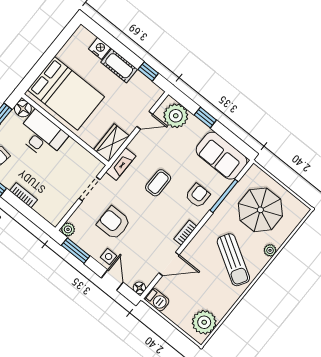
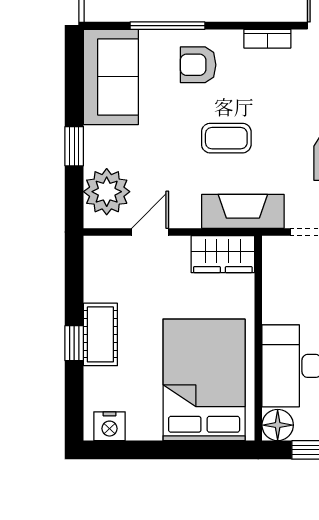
nightstand: (100, 48) -> (110, 426), moved, turned -90
window: (148, 71) -> (74, 343), moved
door: (145, 120) -> (150, 232), hinge flipped
fireplace: (121, 164) -> (243, 211), width x1.37, depth x1.32

